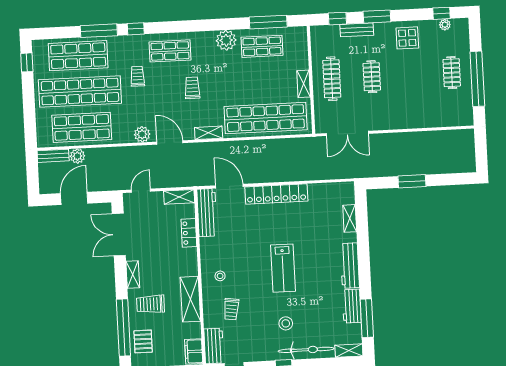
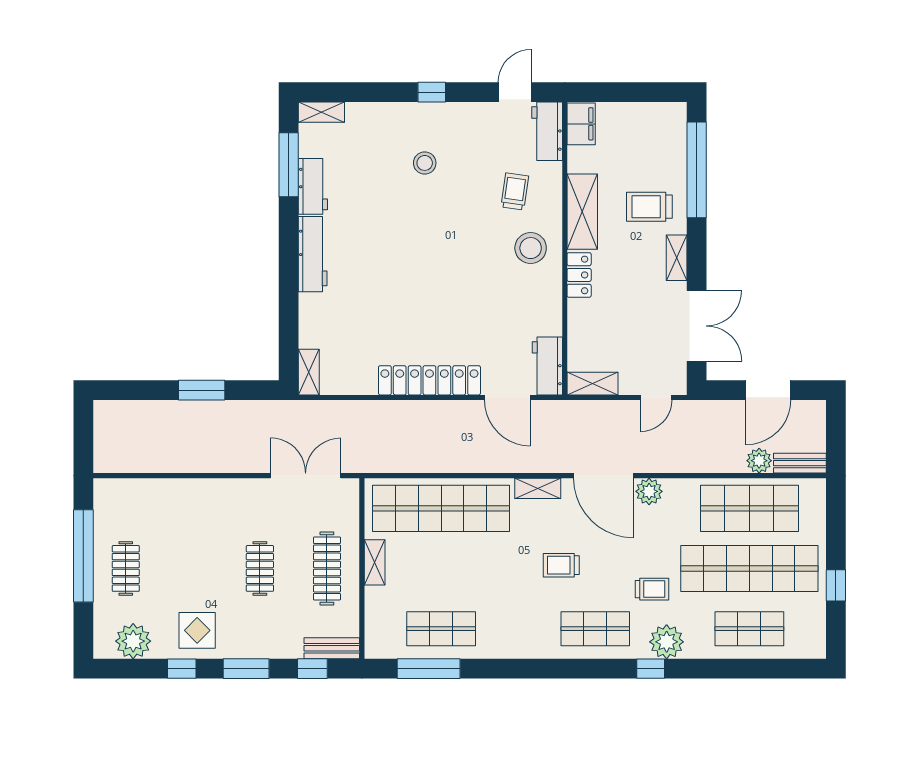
window: (441, 13) -> (182, 669), moved
plant: (445, 25) -> (133, 641), width x1.88, depth x1.88
bench: (357, 30) -> (332, 648), moved
window: (99, 31) -> (713, 669), removed
plant: (226, 40) -> (667, 642), moved
shop shelf: (78, 56) -> (749, 629), width x0.70, depth x0.74
window: (27, 62) -> (836, 585), moved
trolley: (137, 76) -> (652, 589), turned -90
trolley: (192, 88) -> (561, 565), turned 90
door: (170, 142) -> (603, 476), width x1.36
workbench: (207, 213) -> (547, 366), width x0.73
shelving: (350, 218) -> (309, 372), moved
locker: (189, 233) -> (579, 275), moved
lab bench: (283, 268) -> (425, 256), removed
stool: (220, 276) -> (531, 248), width x1.89, depth x1.89
trolley: (151, 304) -> (649, 207), turned 180
pallet: (143, 341) -> (665, 145), removed
bicycle: (306, 350) -> (393, 117), removed

